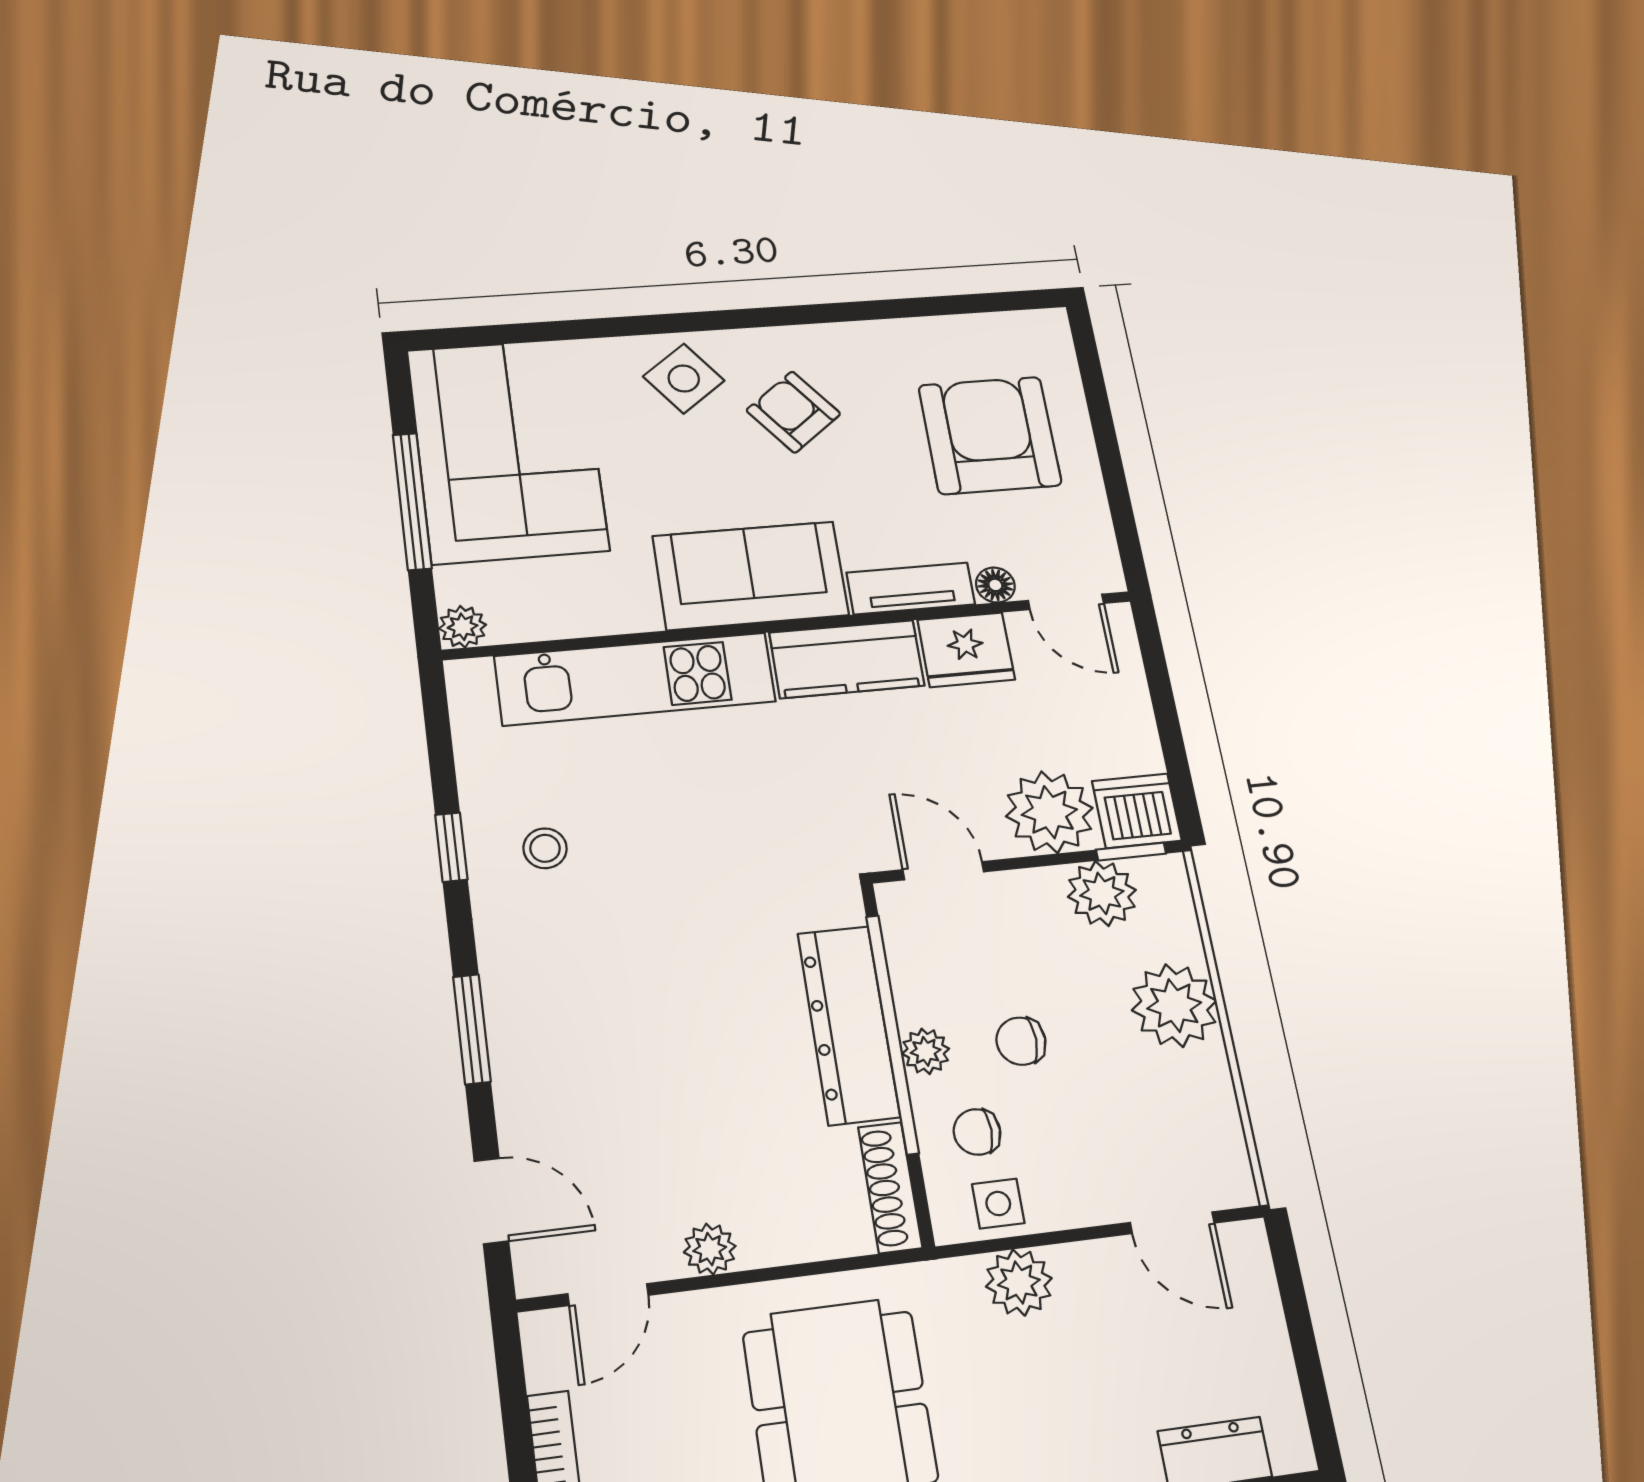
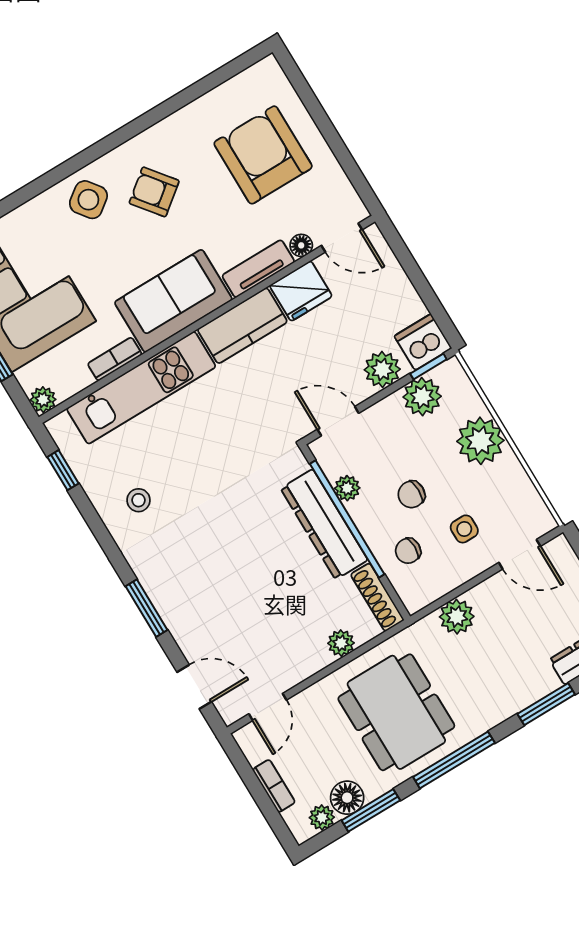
bookcase: (612, 618) -> (115, 359), added
plant: (1049, 812) -> (382, 369), width x0.73, depth x0.73
window: (451, 847) -> (63, 470), moved
plant: (926, 1051) -> (347, 488), moved
side table: (998, 1204) -> (464, 529), moved
plant: (710, 1249) -> (341, 643), moved

